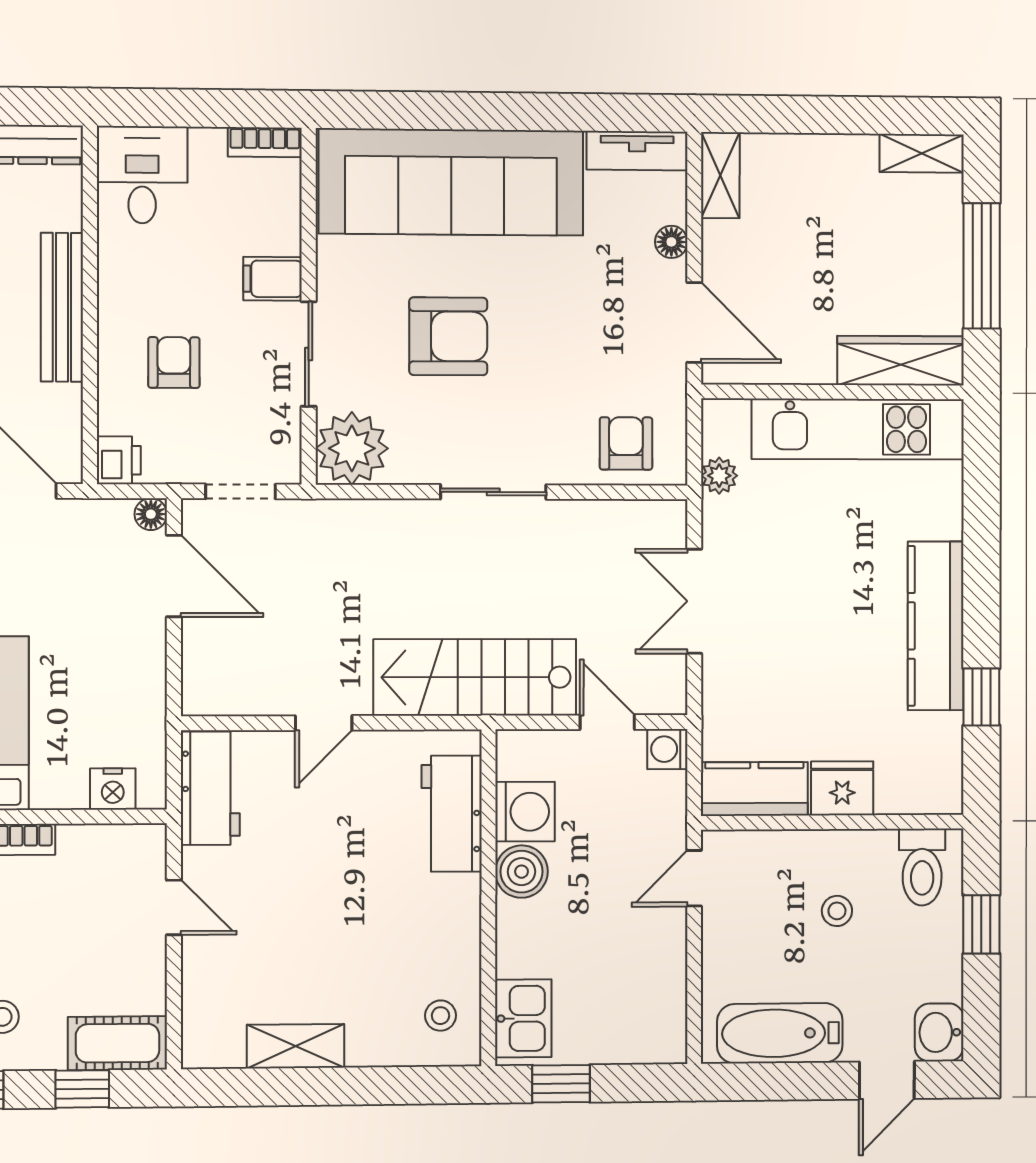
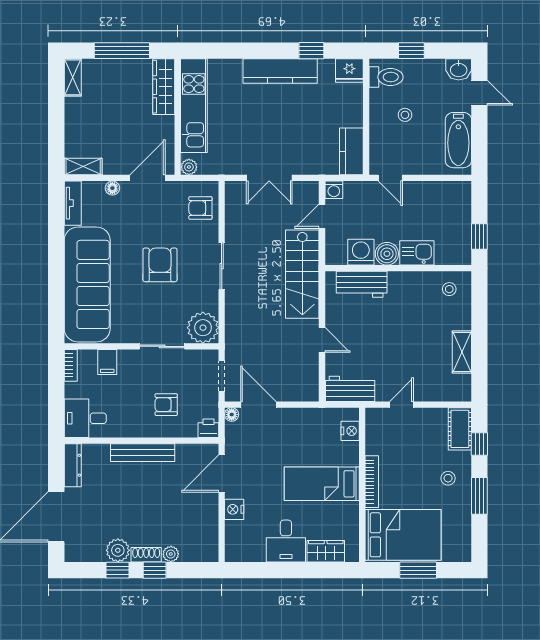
filing cabinet: (272, 279) -> (107, 362), moved
armchair: (448, 336) -> (160, 265), moved
plant: (719, 476) -> (189, 167), moved
door: (174, 576) -> (258, 405), hinge flipped
fridge: (842, 788) -> (349, 70), moved, turned -90
kitchen sink: (523, 1018) -> (417, 253), moved

